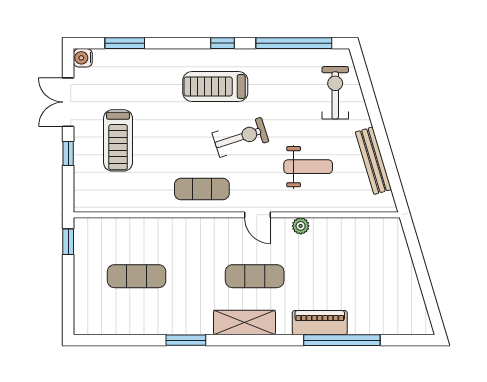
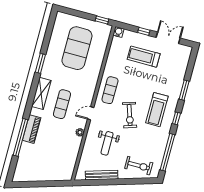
window: (125, 43) -> (184, 90), moved
water cooler: (83, 58) -> (118, 32), moved
treadmill: (215, 86) -> (157, 110), turned 180
exercise mat: (137, 276) -> (77, 48), width x2.00, depth x1.45

